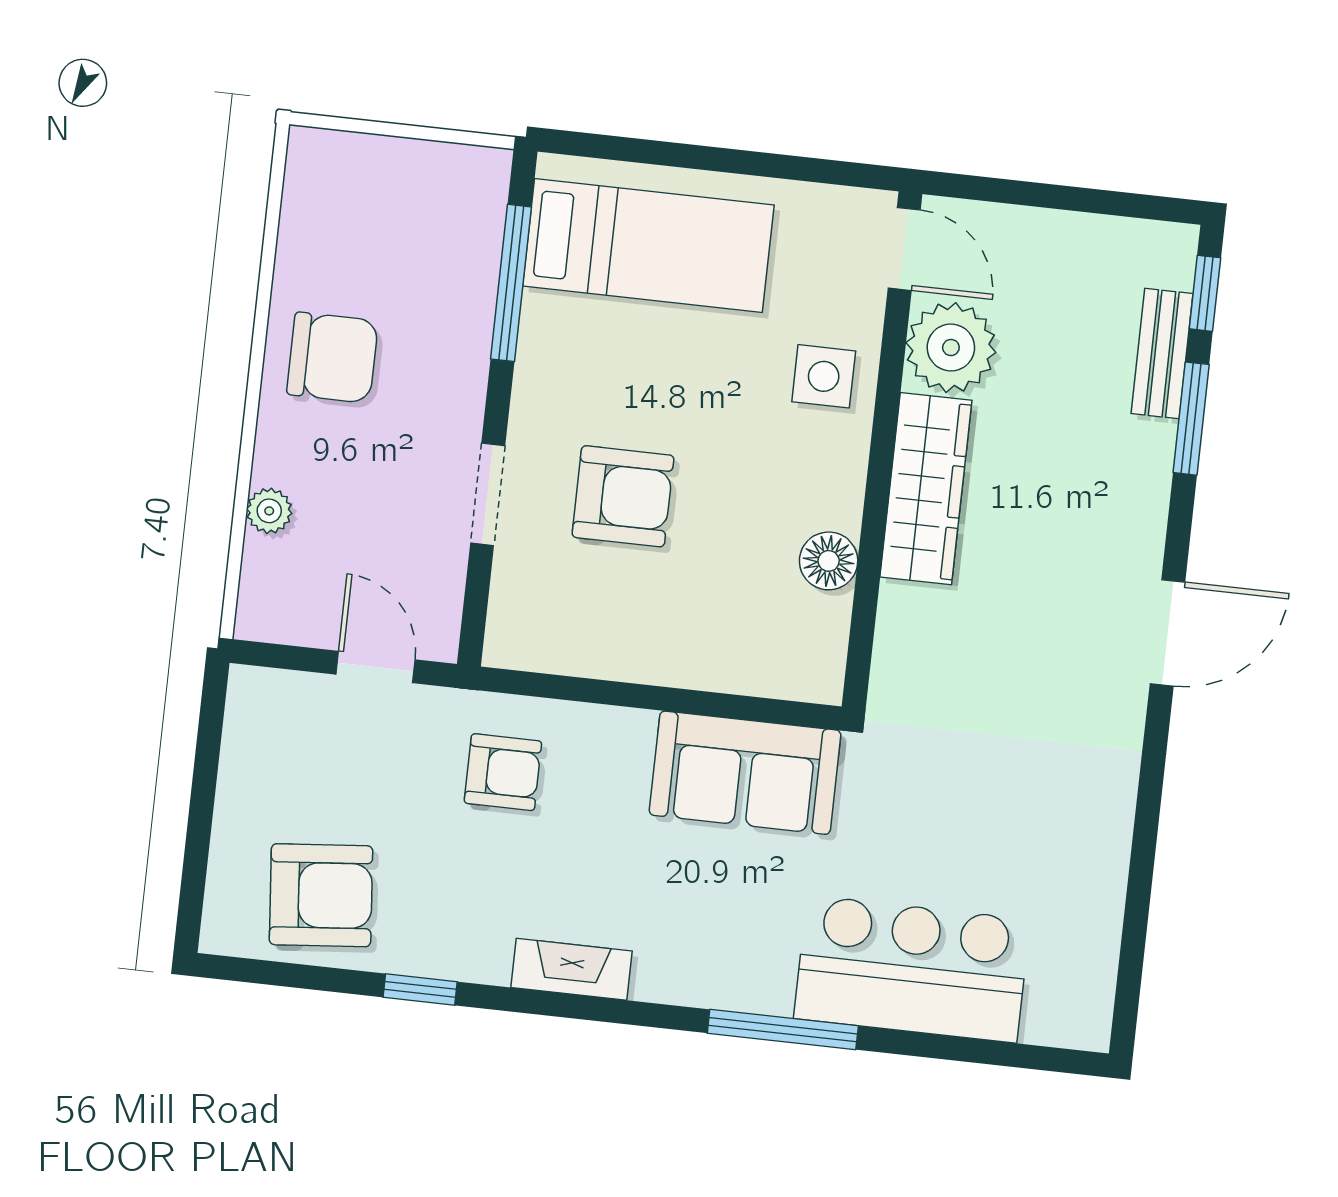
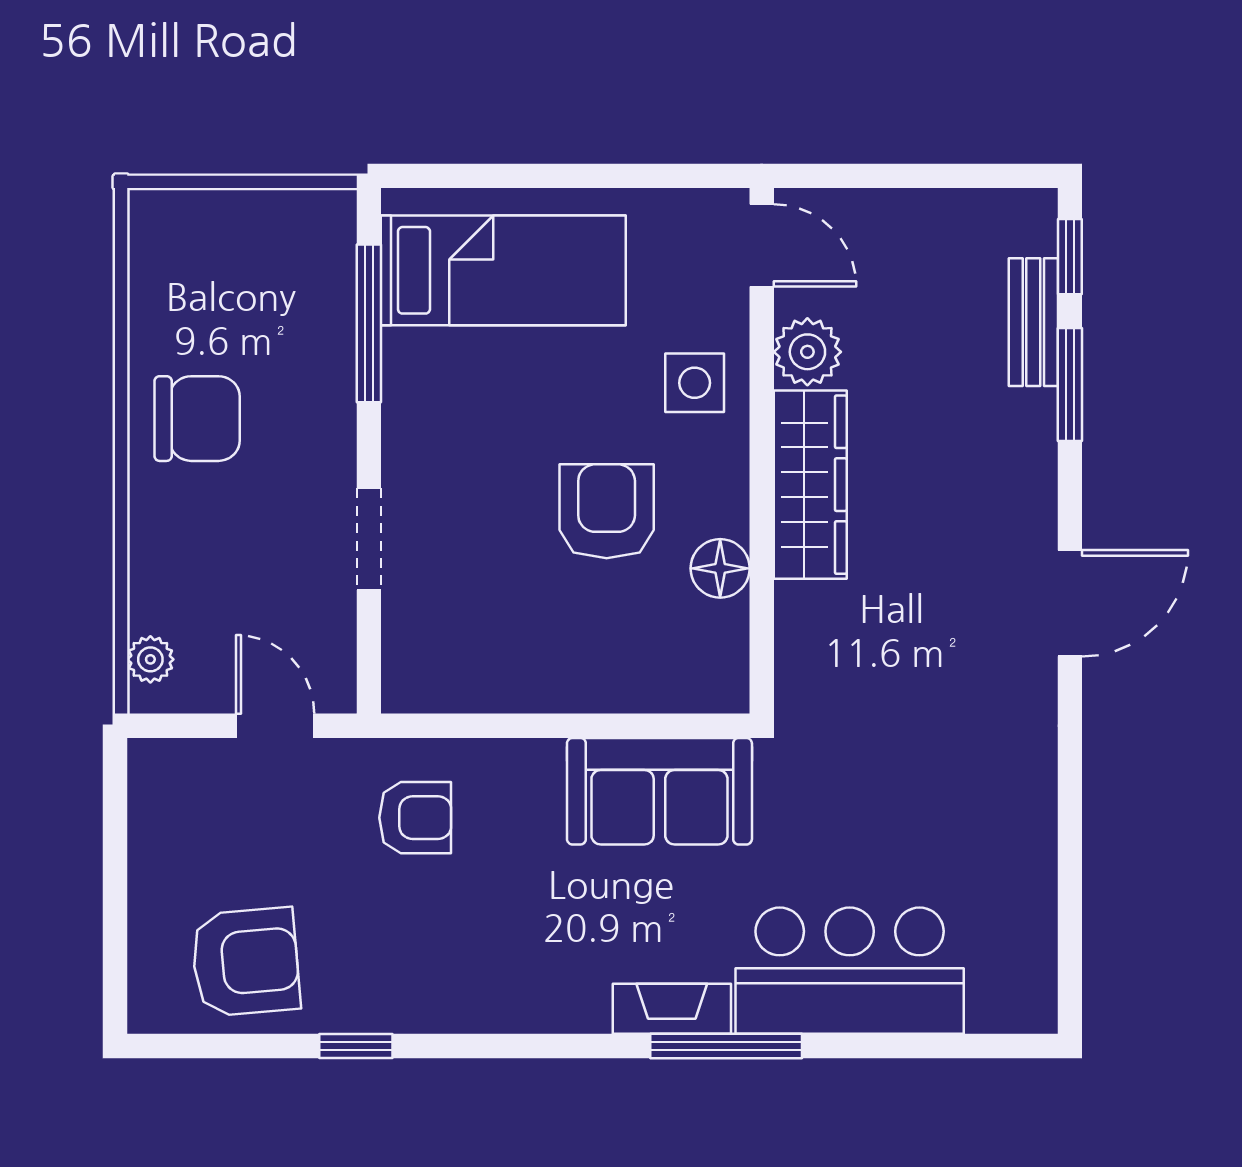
plant: (951, 348) -> (807, 352), width x0.73, depth x0.73
armchair: (623, 496) -> (607, 511), moved, turned -90
plant: (269, 511) -> (150, 659), moved
fireplace: (572, 969) -> (672, 1009), moved

